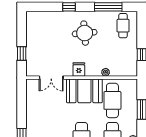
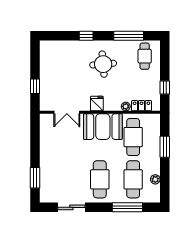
locker: (120, 71) -> (141, 106), added

